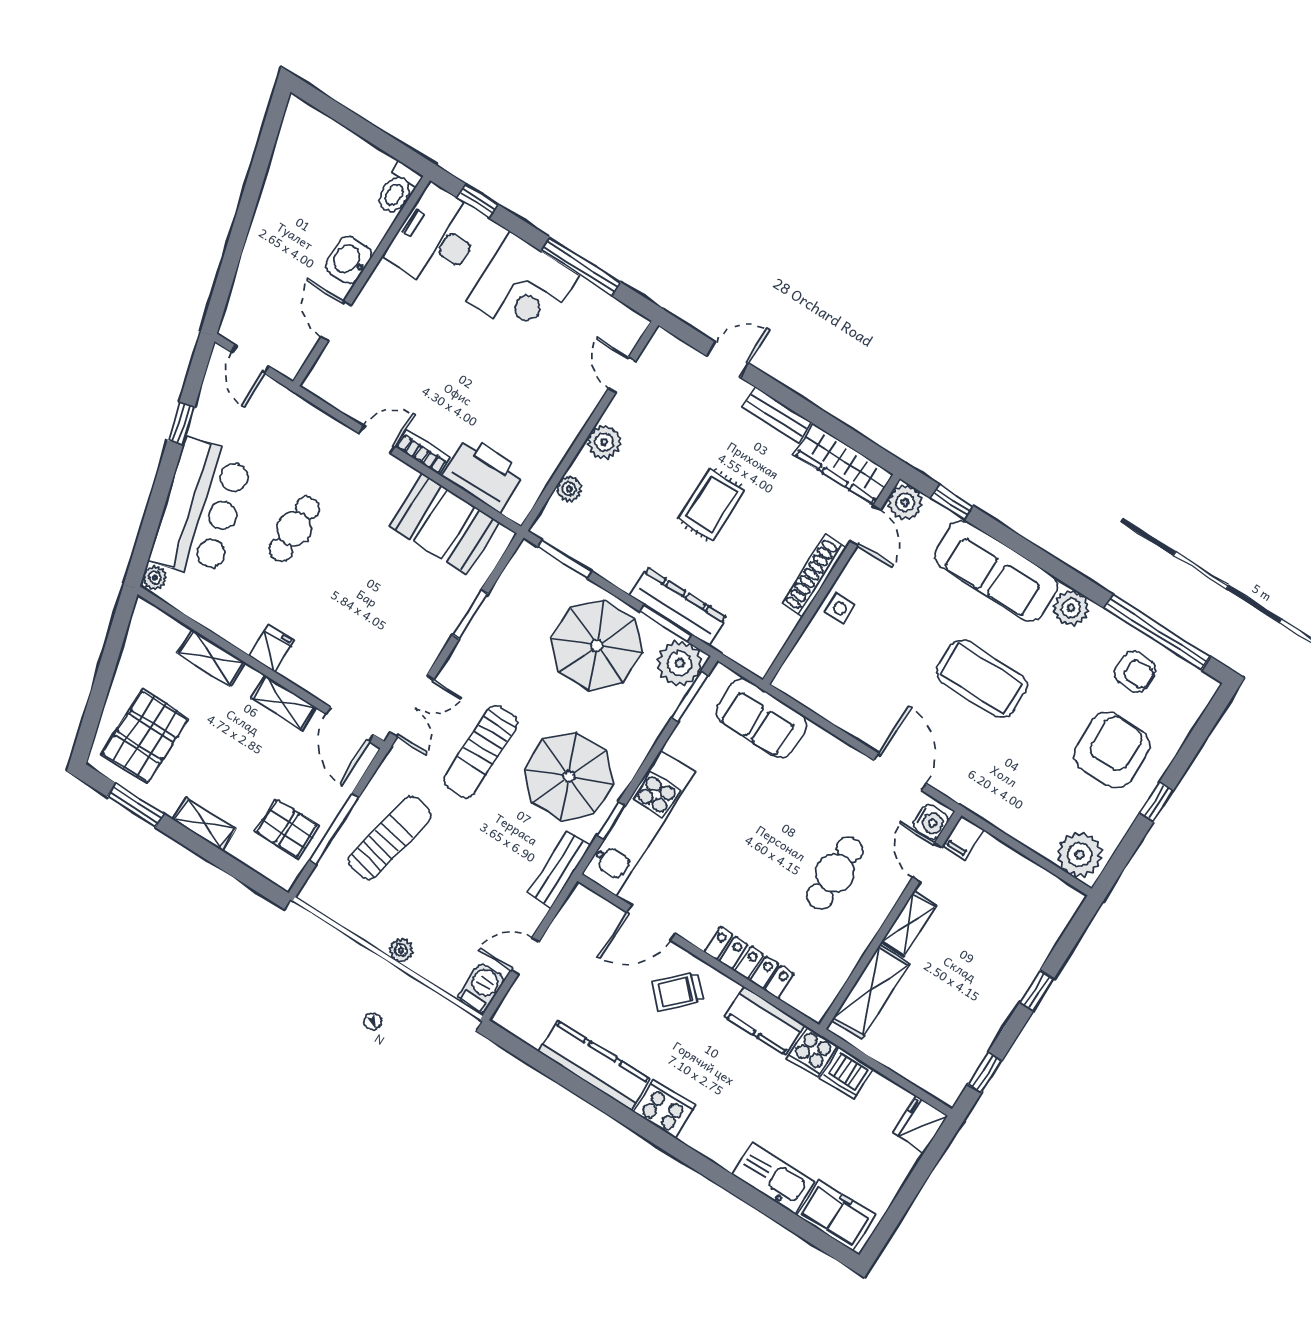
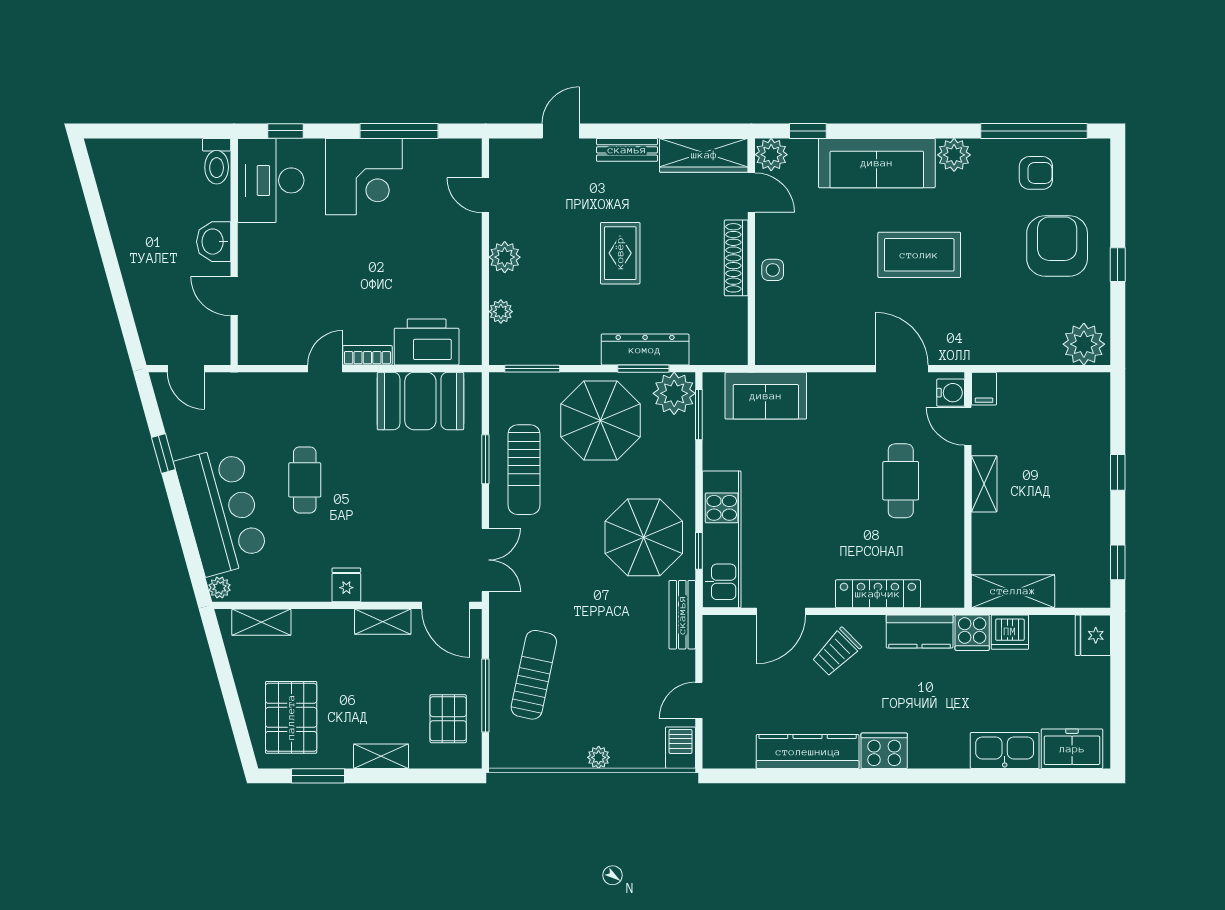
shelving: (212, 658) -> (261, 622), moved
sun lounger: (481, 752) -> (524, 470), moved
pallet: (287, 828) -> (448, 719), turned 90
shelving: (871, 992) -> (1013, 591), moved, turned 90

